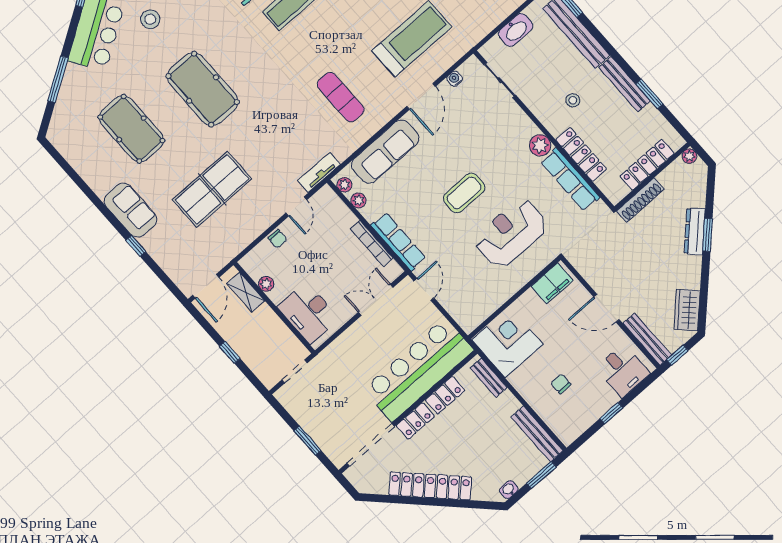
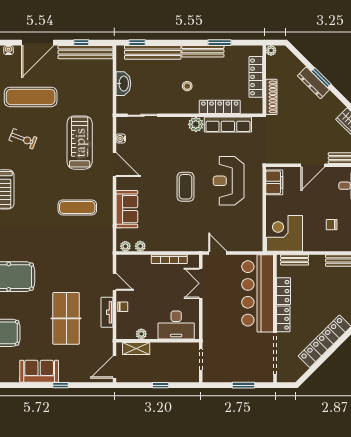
sofa: (385, 152) -> (127, 209), width x0.73
tv unit: (319, 172) -> (107, 312), moved
row of seats: (398, 242) -> (181, 244), removed
door: (206, 286) -> (114, 367), swing flipped

